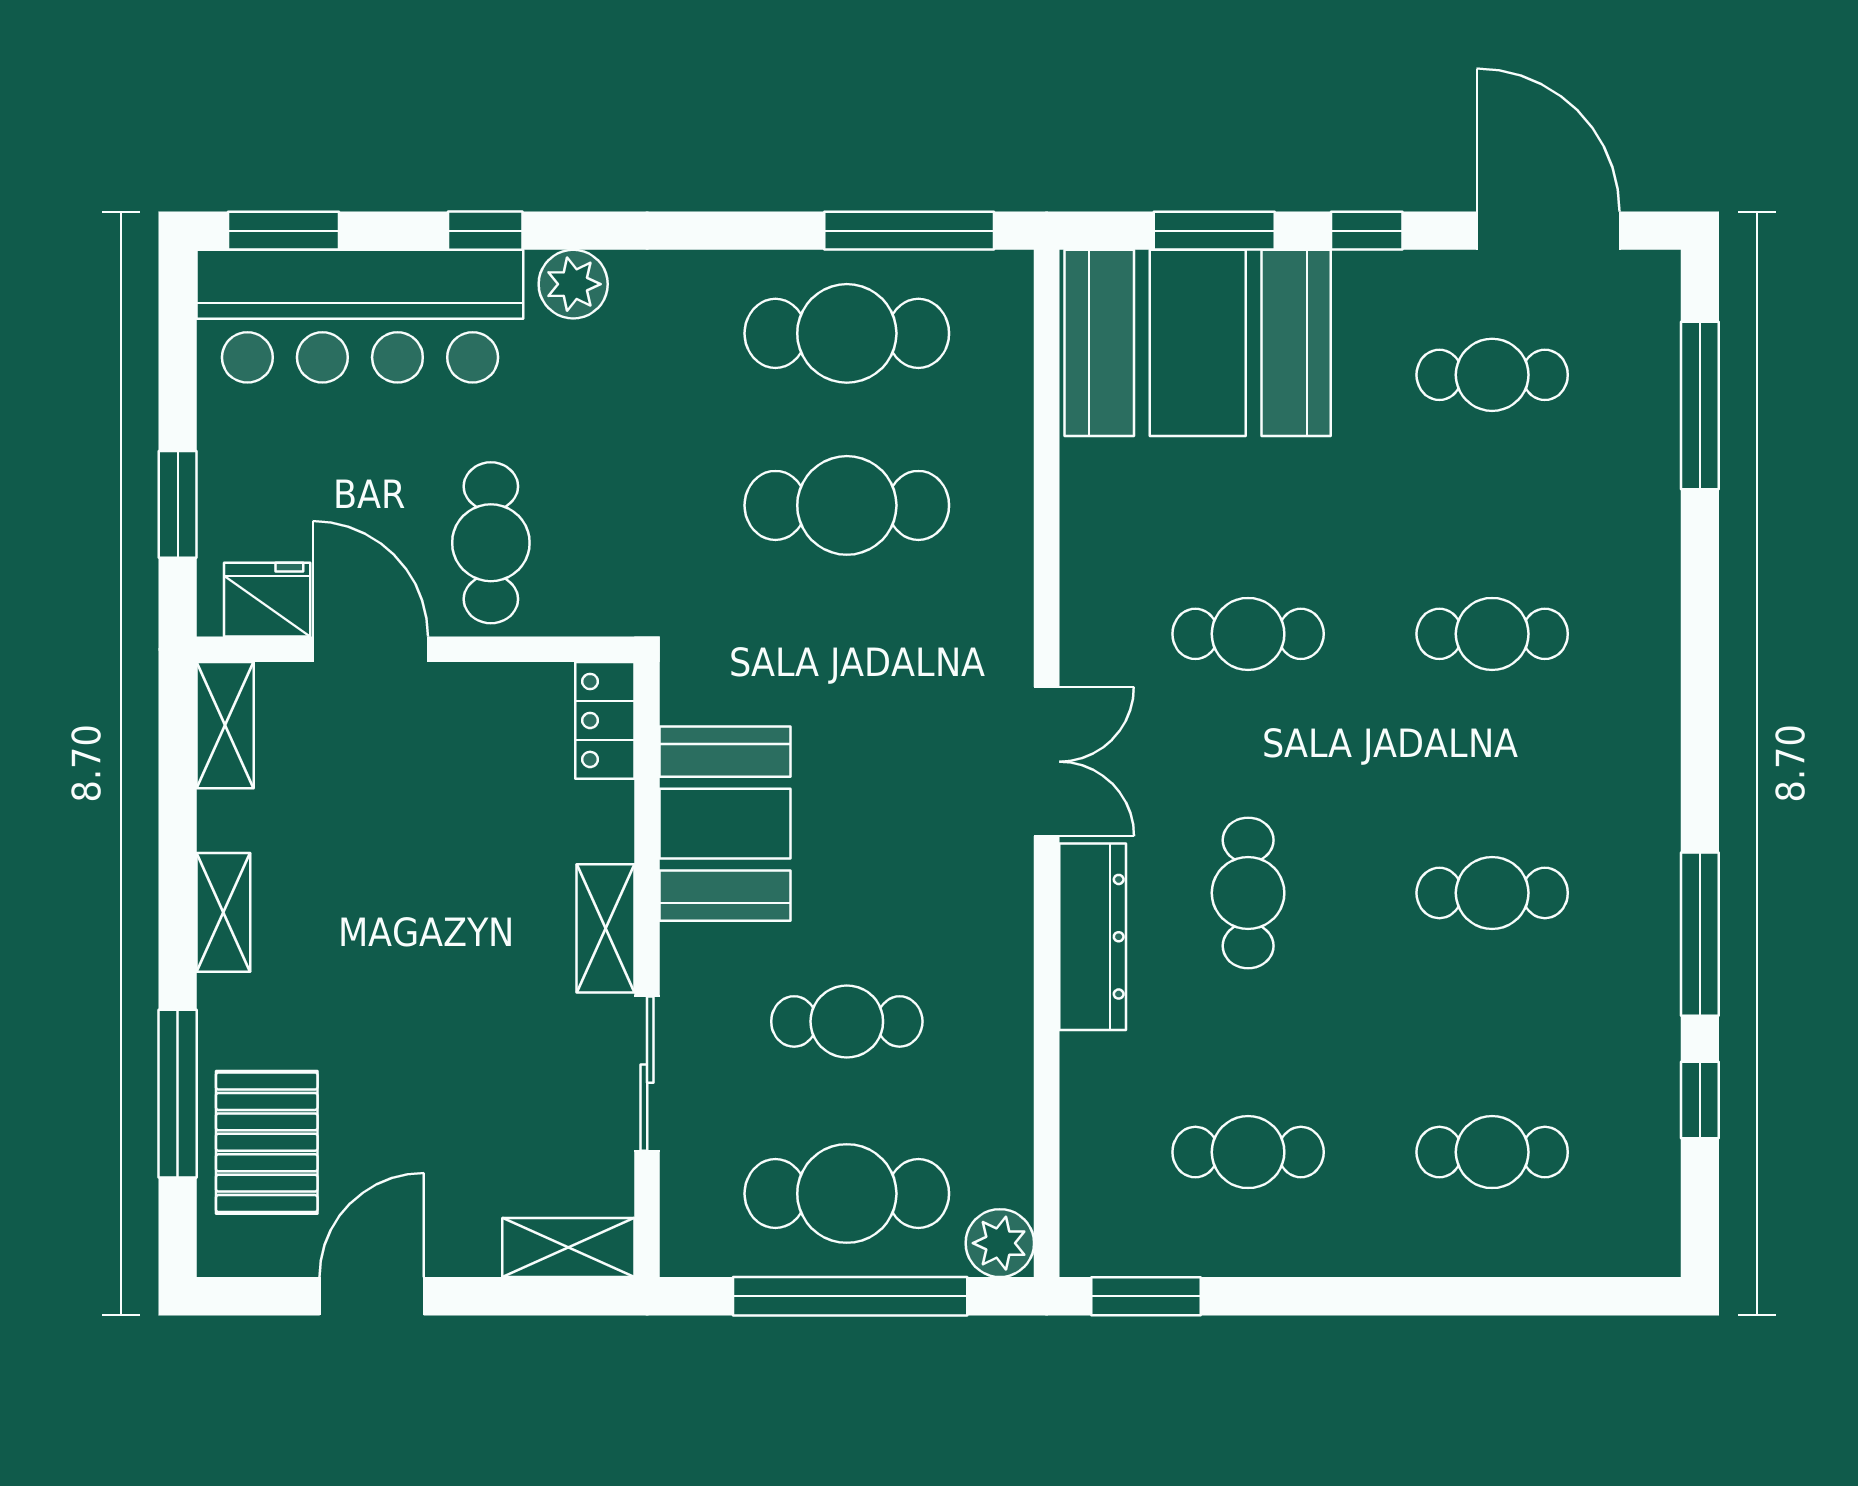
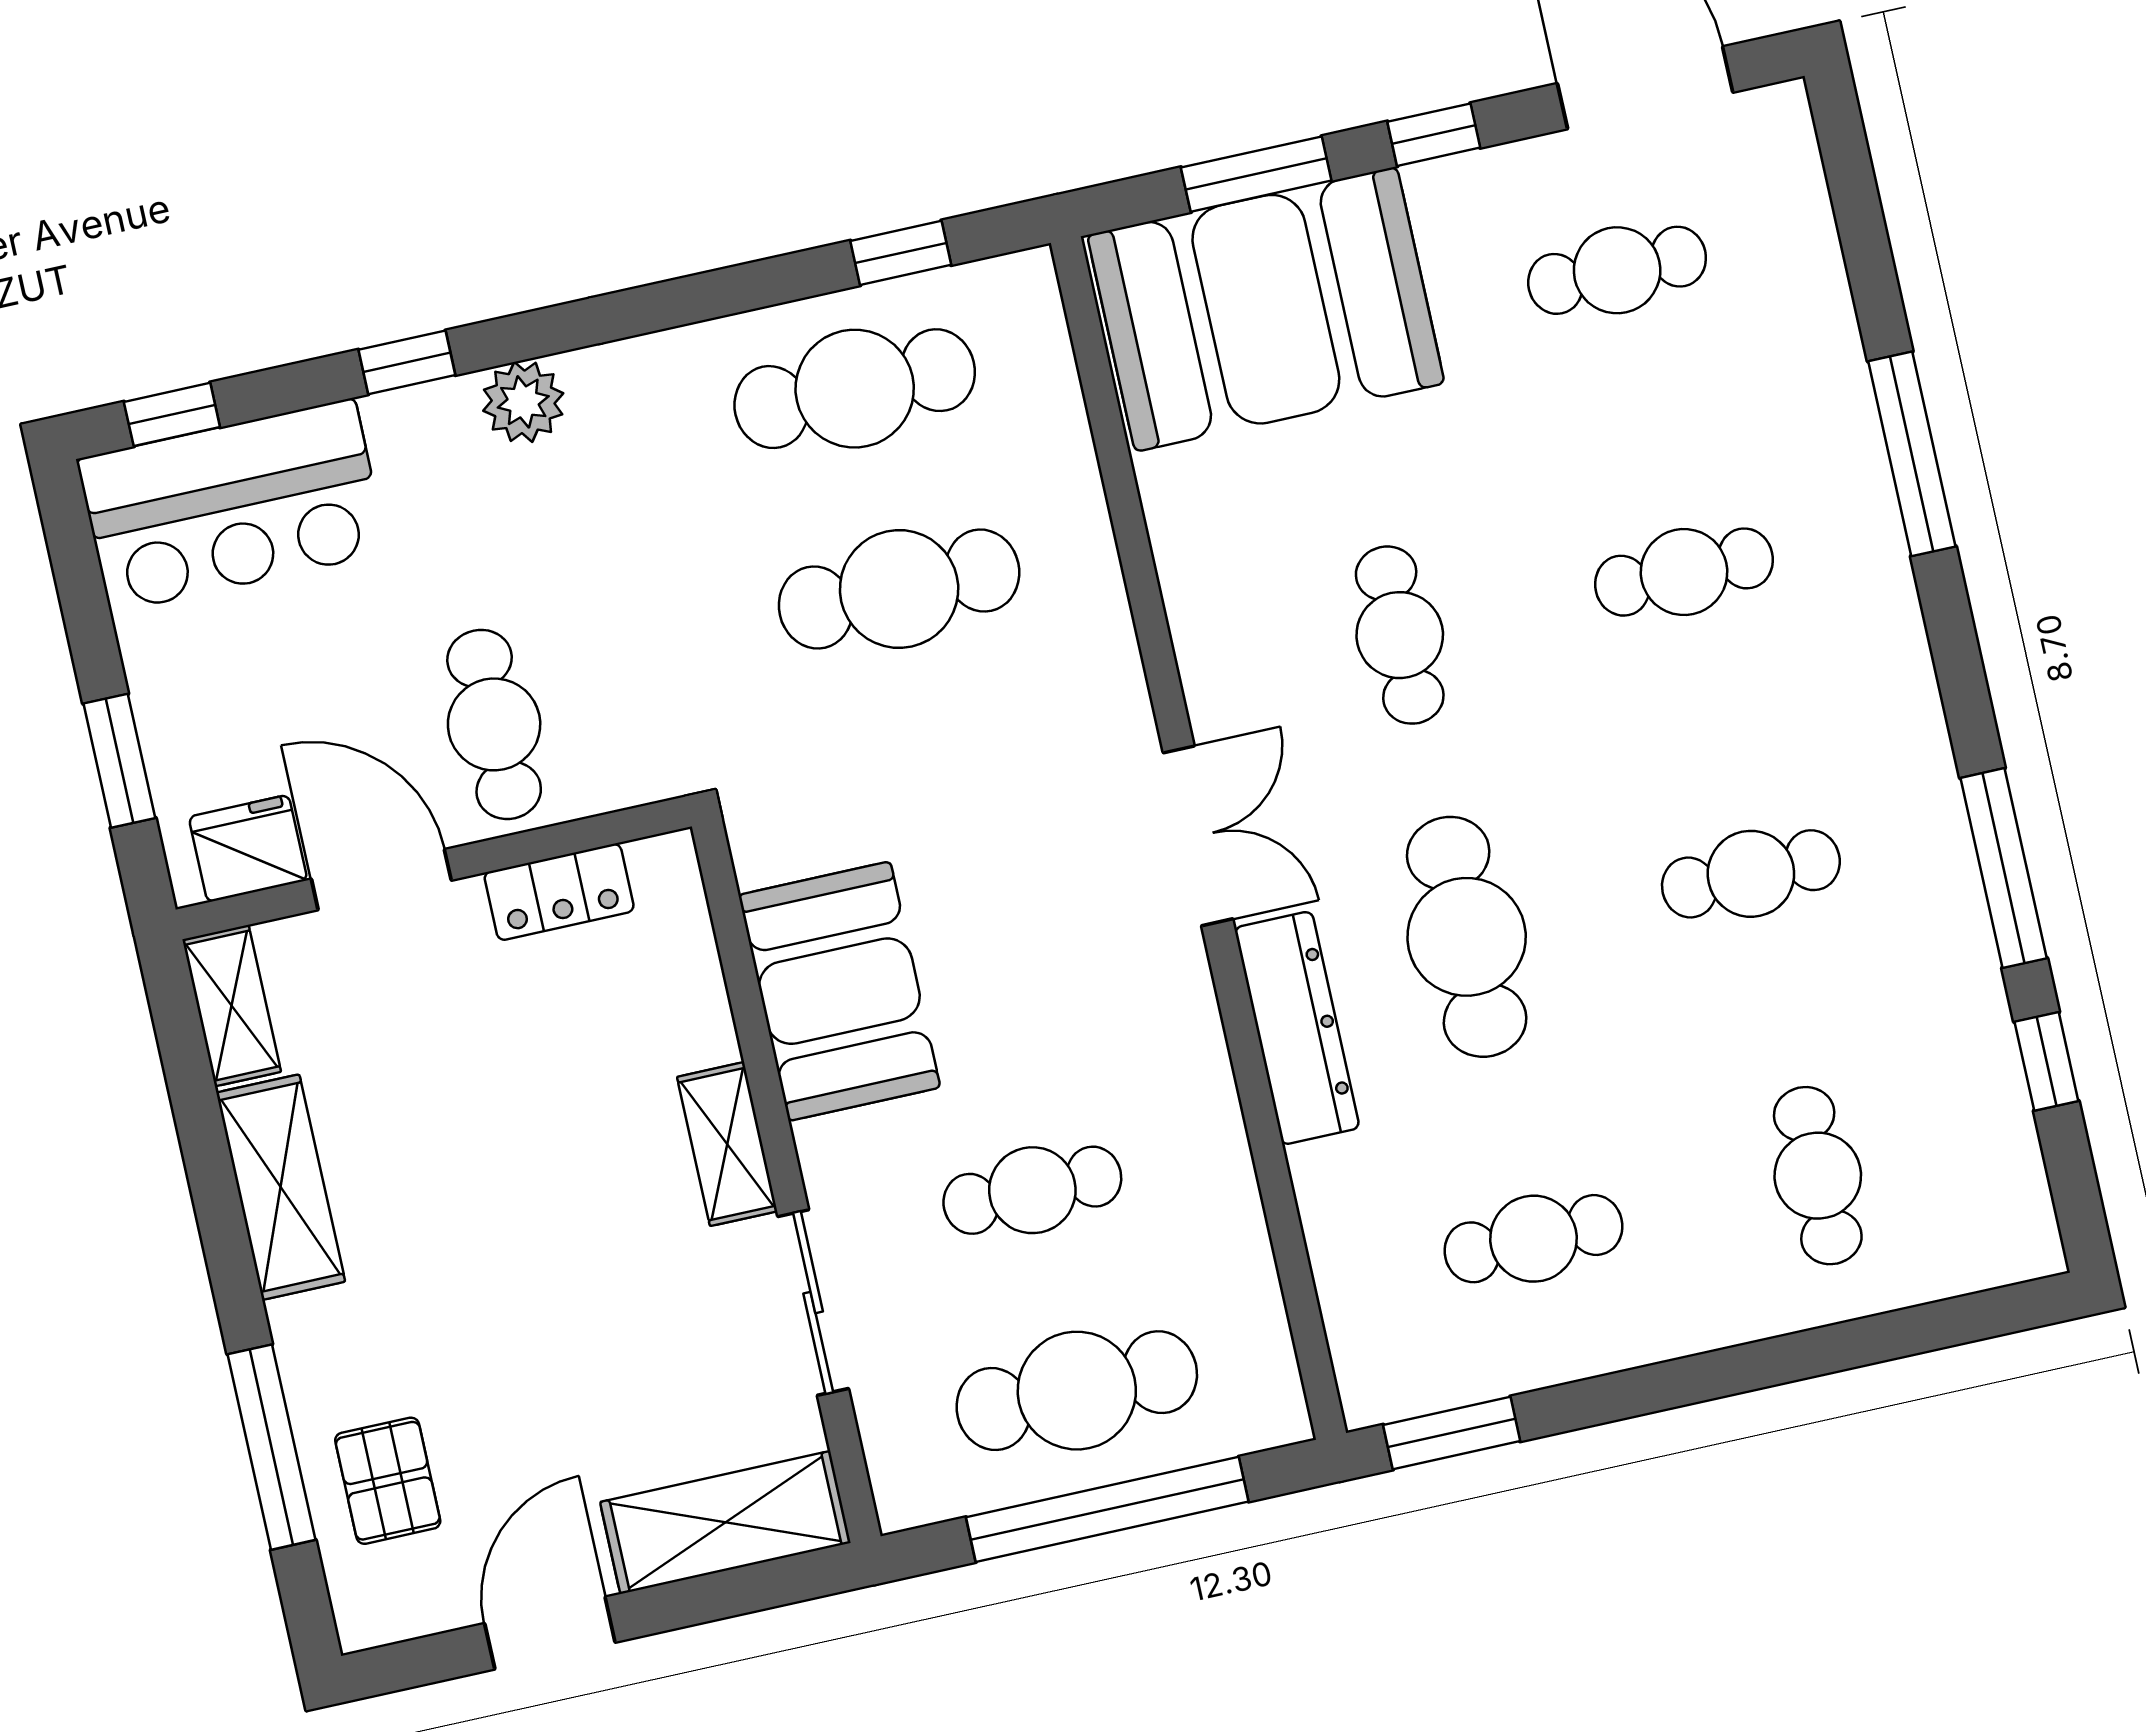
window: (283, 231) -> (172, 414), width x0.67
window: (909, 231) -> (901, 253), width x0.46
bar counter: (360, 316) -> (232, 506), width x0.73
window: (1700, 405) -> (1912, 454), moved
cafe table: (1248, 634) -> (1400, 635), turned 90
locker: (605, 720) -> (559, 892), moved, turned -90
cafe table: (1248, 893) -> (1467, 937), width x1.37, depth x1.35
shelving: (223, 912) -> (281, 1187), width x1.50, depth x1.33
pallet: (267, 1142) -> (388, 1481), width x0.67, depth x0.71
cafe table: (1492, 1152) -> (1818, 1176), turned 90
plant: (1000, 1243) -> (1268, 1409), removed
shelving: (568, 1248) -> (725, 1522), width x1.50, depth x1.33

